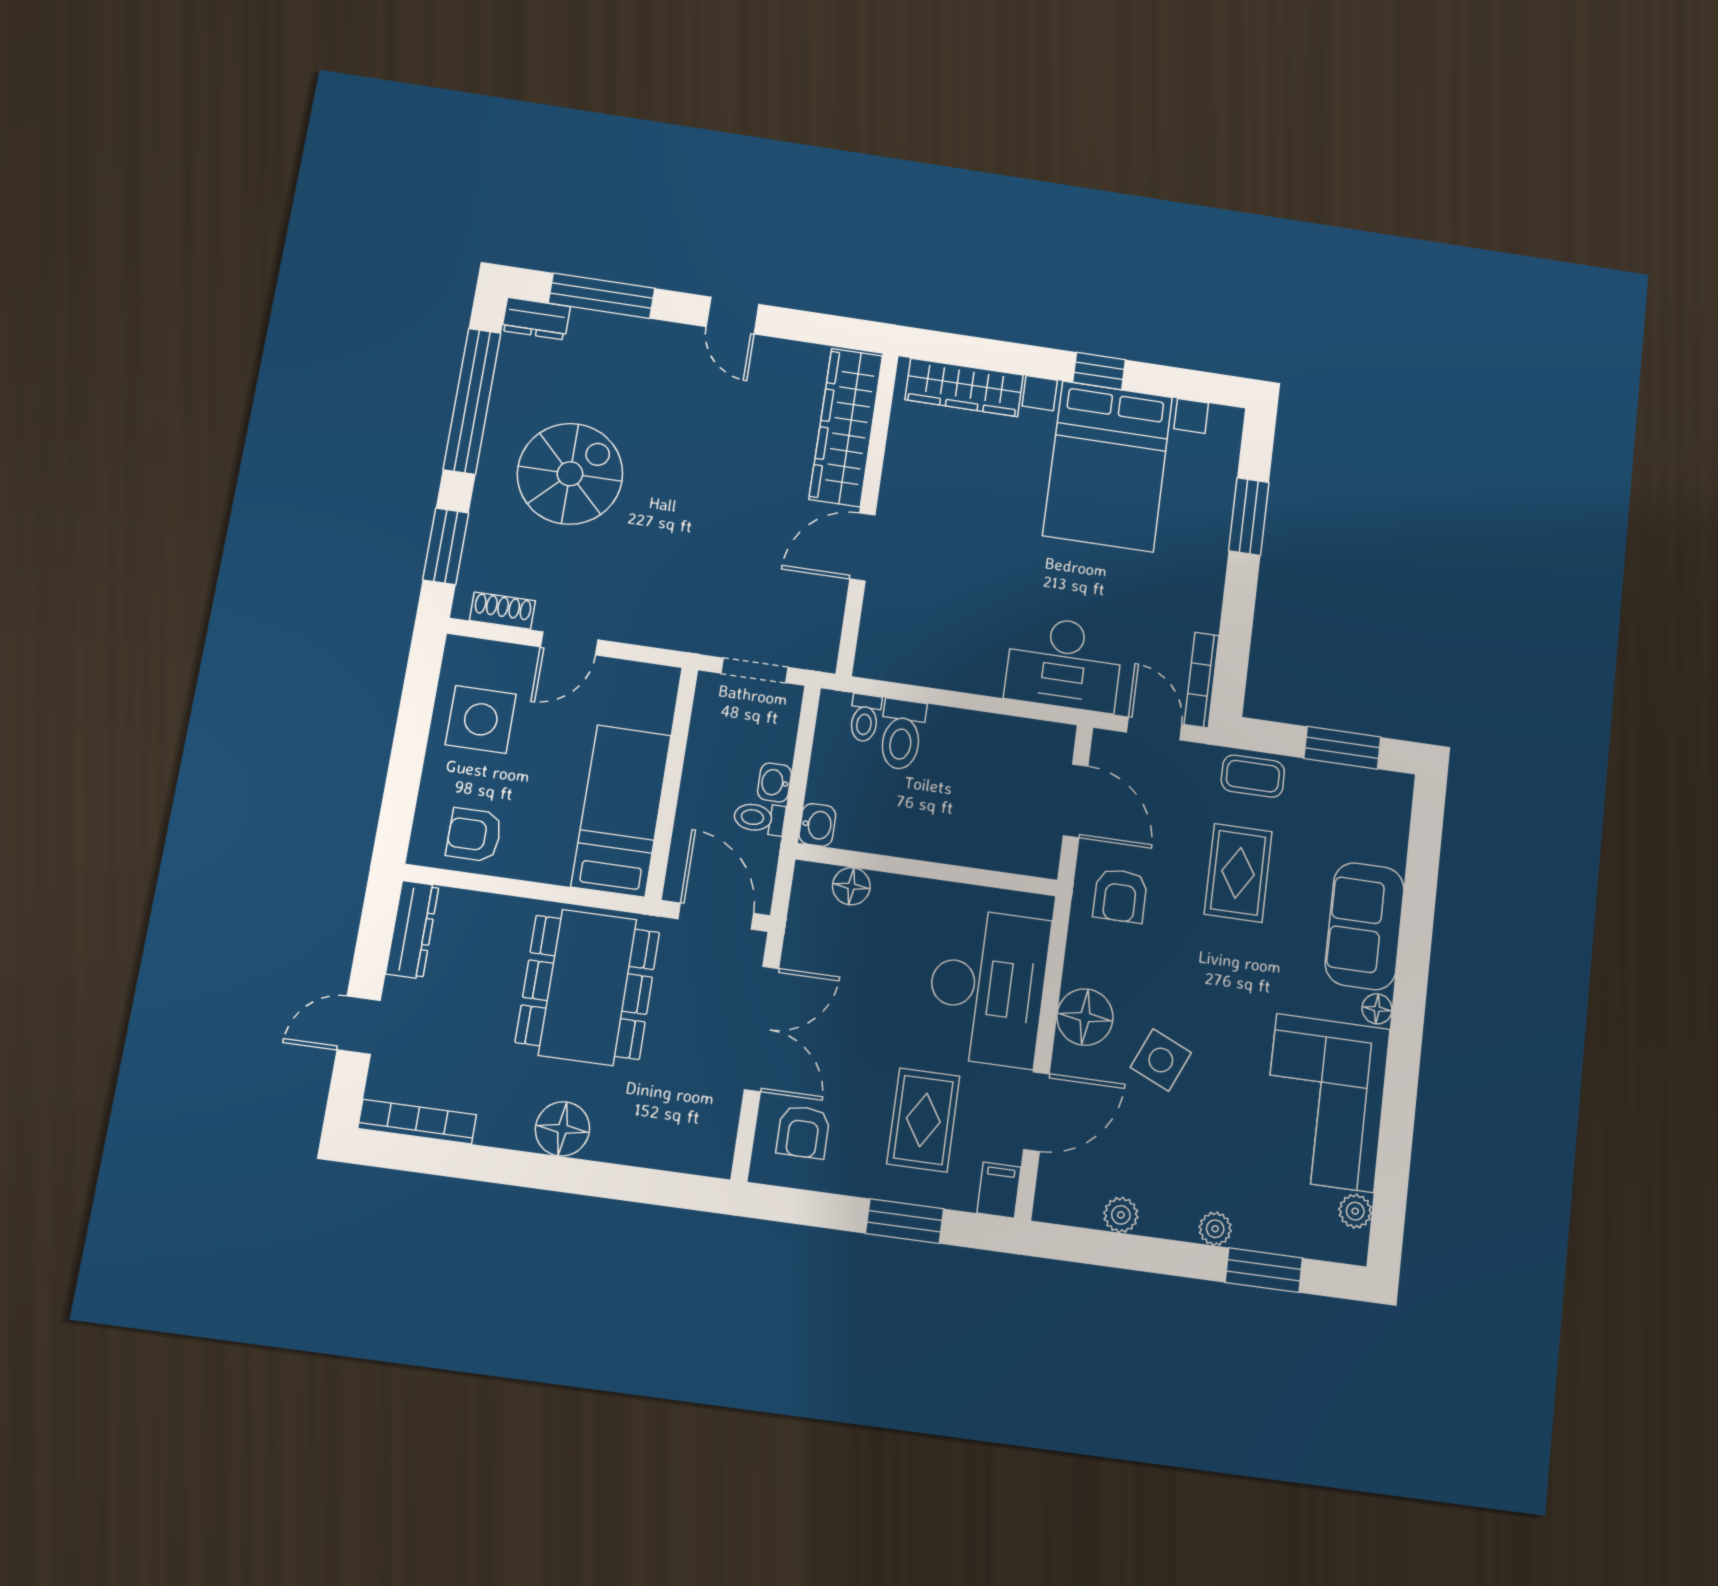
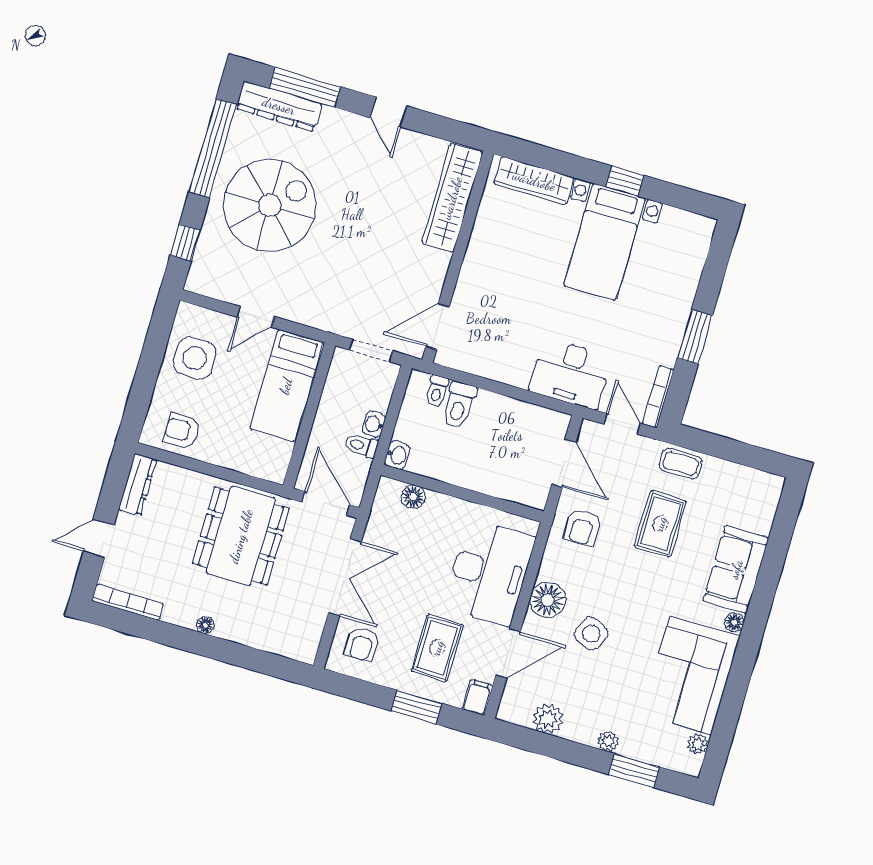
dresser: (536, 319) -> (279, 106), width x1.96, depth x1.24
bed with nightstands: (1108, 466) -> (604, 242), width x0.73
spiral stairs: (570, 474) -> (270, 205), width x1.37, depth x1.37
window: (1249, 516) -> (695, 337), moved
window: (446, 546) -> (185, 243), width x0.67
door: (862, 547) -> (438, 327), moved
shoe rack: (502, 611) -> (216, 290), removed
window: (1342, 748) -> (742, 453), removed
bed: (621, 811) -> (286, 386), moved, turned 180
floor lamp: (562, 1129) -> (205, 625), width x0.53, depth x0.53
plant: (1121, 1215) -> (548, 719), width x1.38, depth x1.38

